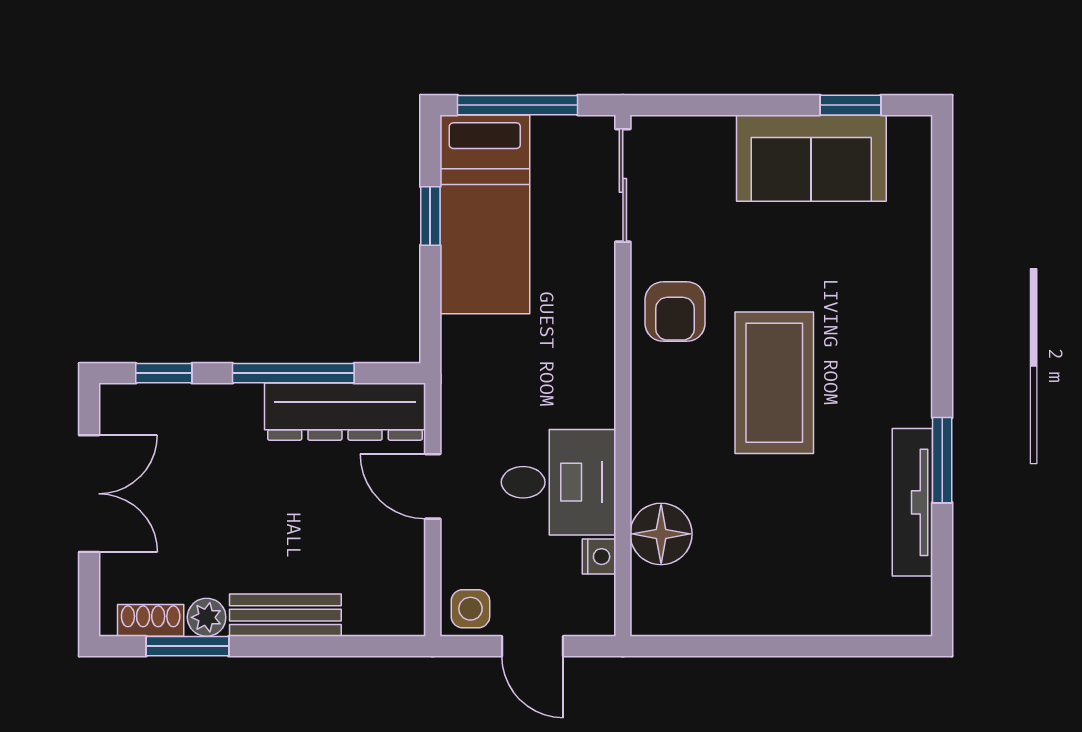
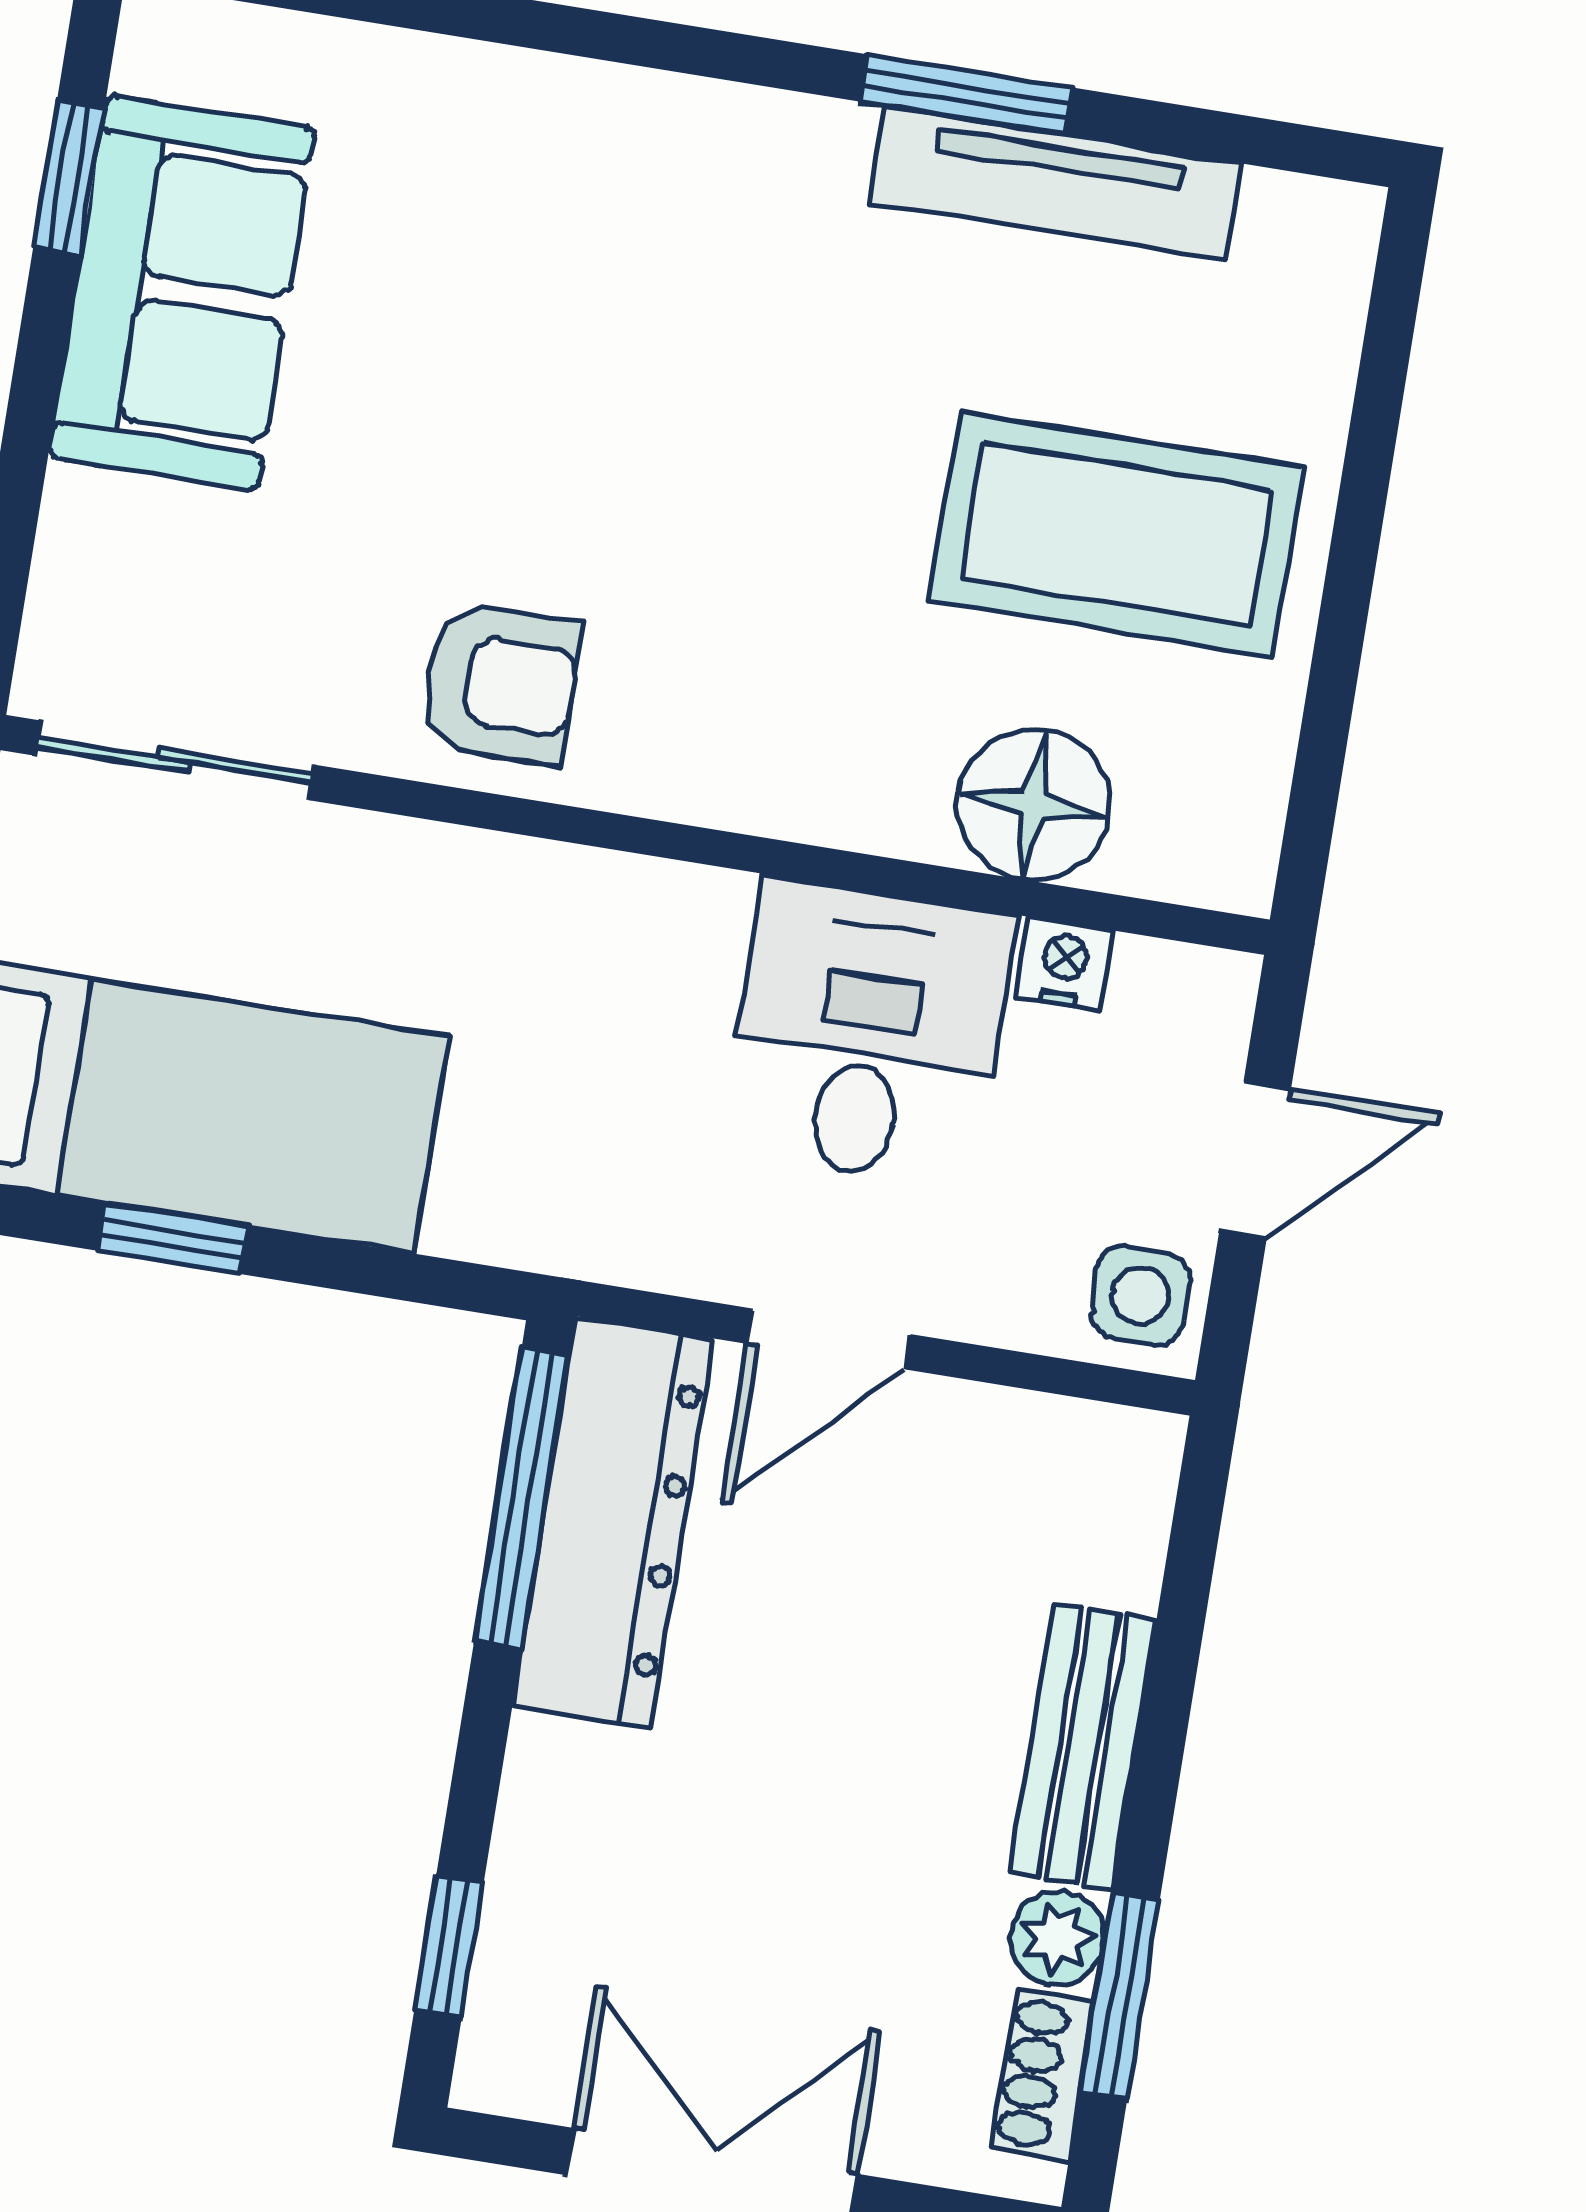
window: (293, 373) -> (521, 1499), moved
coffee table: (774, 383) -> (1116, 534), moved

